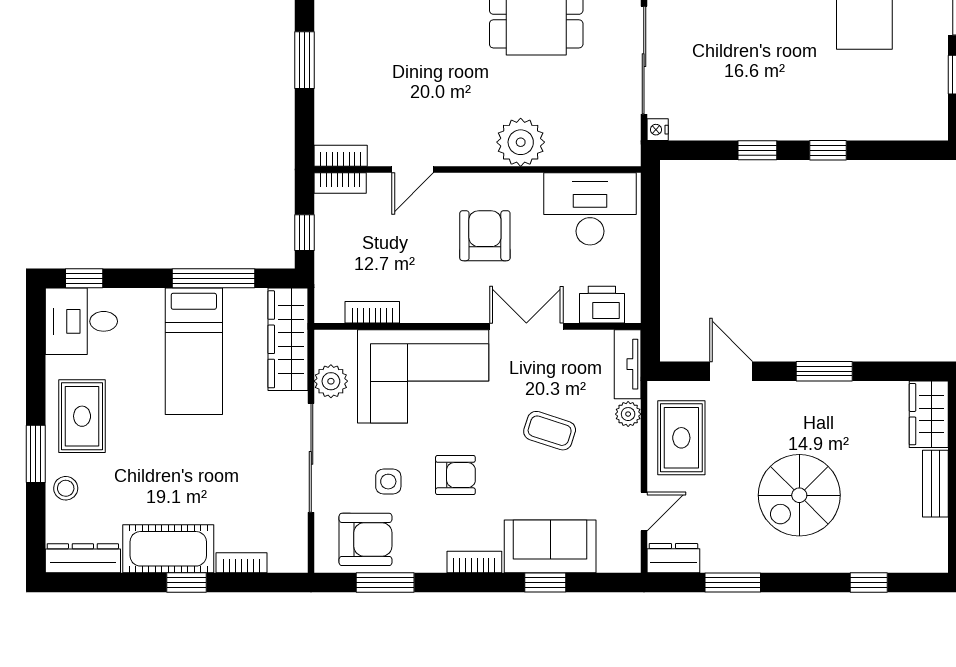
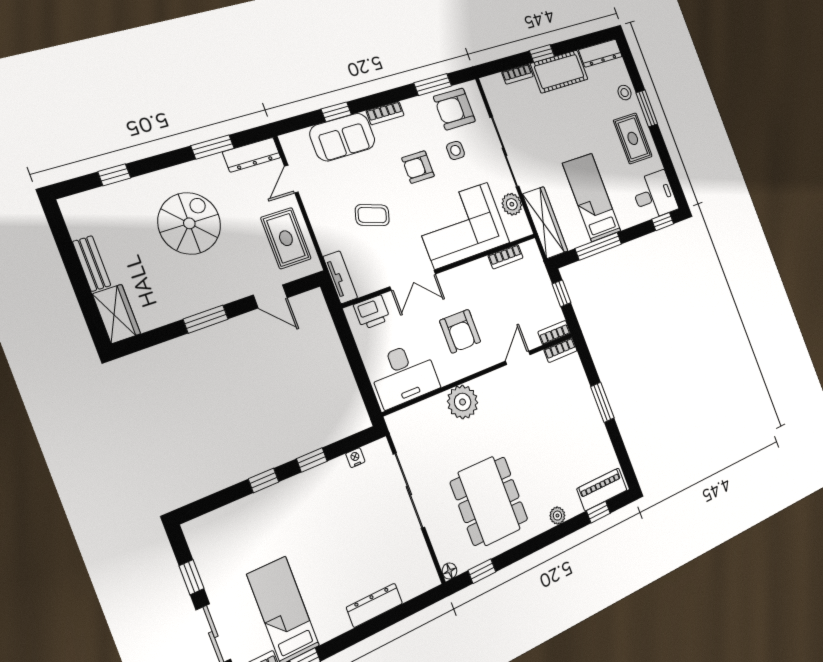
nightstand: (658, 130) -> (355, 458), moved, turned -90
plant: (628, 414) -> (327, 243), removed
dresser: (673, 558) -> (252, 155), width x1.44

